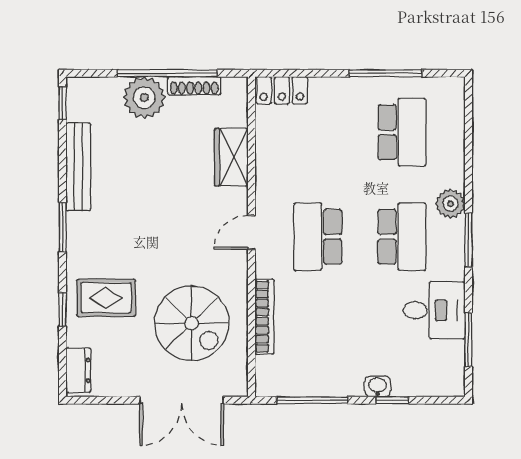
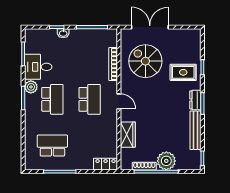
school desk: (402, 132) -> (52, 146), turned 90
plant: (450, 204) -> (31, 87), moved
door: (251, 232) -> (119, 101), hinge flipped
school desk: (402, 237) -> (52, 99), turned 180
dresser: (78, 370) -> (195, 100), moved

